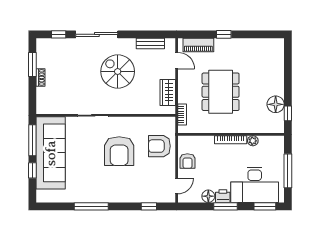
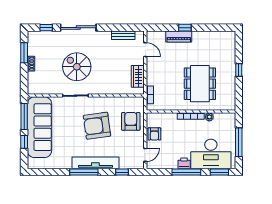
piano: (198, 45) -> (179, 36), moved
spiral stairs: (118, 72) -> (77, 67), moved
dining table: (221, 92) -> (200, 84), moved
floor lamp: (276, 104) -> (228, 86), removed
window: (288, 113) -> (239, 70), moved
armchair: (159, 146) -> (131, 121), turned 90
armchair: (119, 151) -> (97, 126), turned 82
tv unit: (117, 195) -> (95, 163), added
floor lamp: (208, 196) -> (172, 164), removed
window: (91, 206) -> (84, 172), moved
window: (226, 206) -> (186, 172), width x1.44

